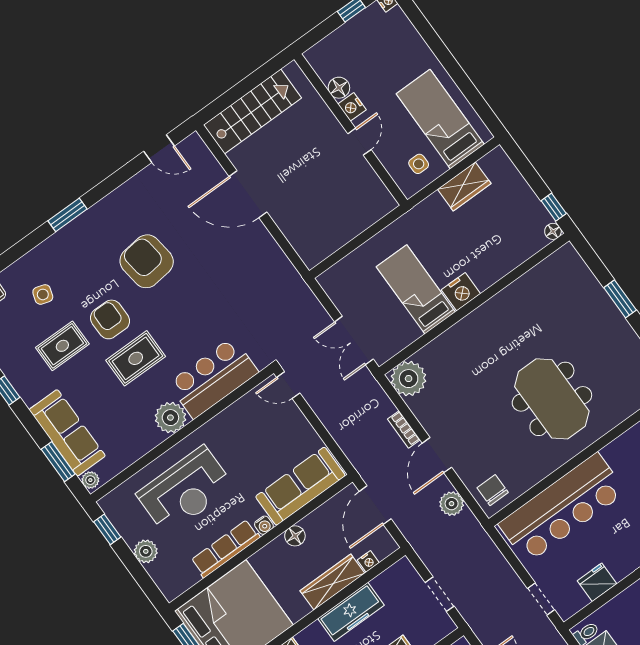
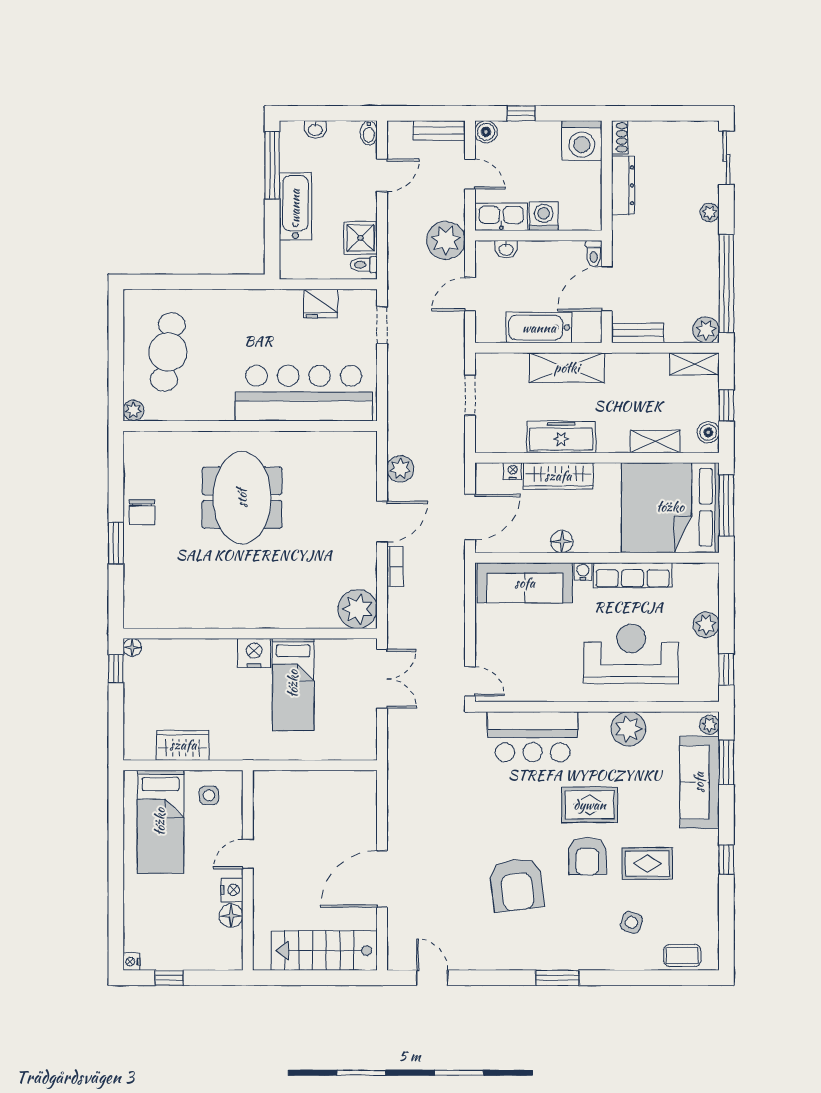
door: (248, 194) -> (382, 879), swing flipped
plant: (170, 418) -> (628, 729), moved
chair: (493, 490) -> (142, 512), moved

